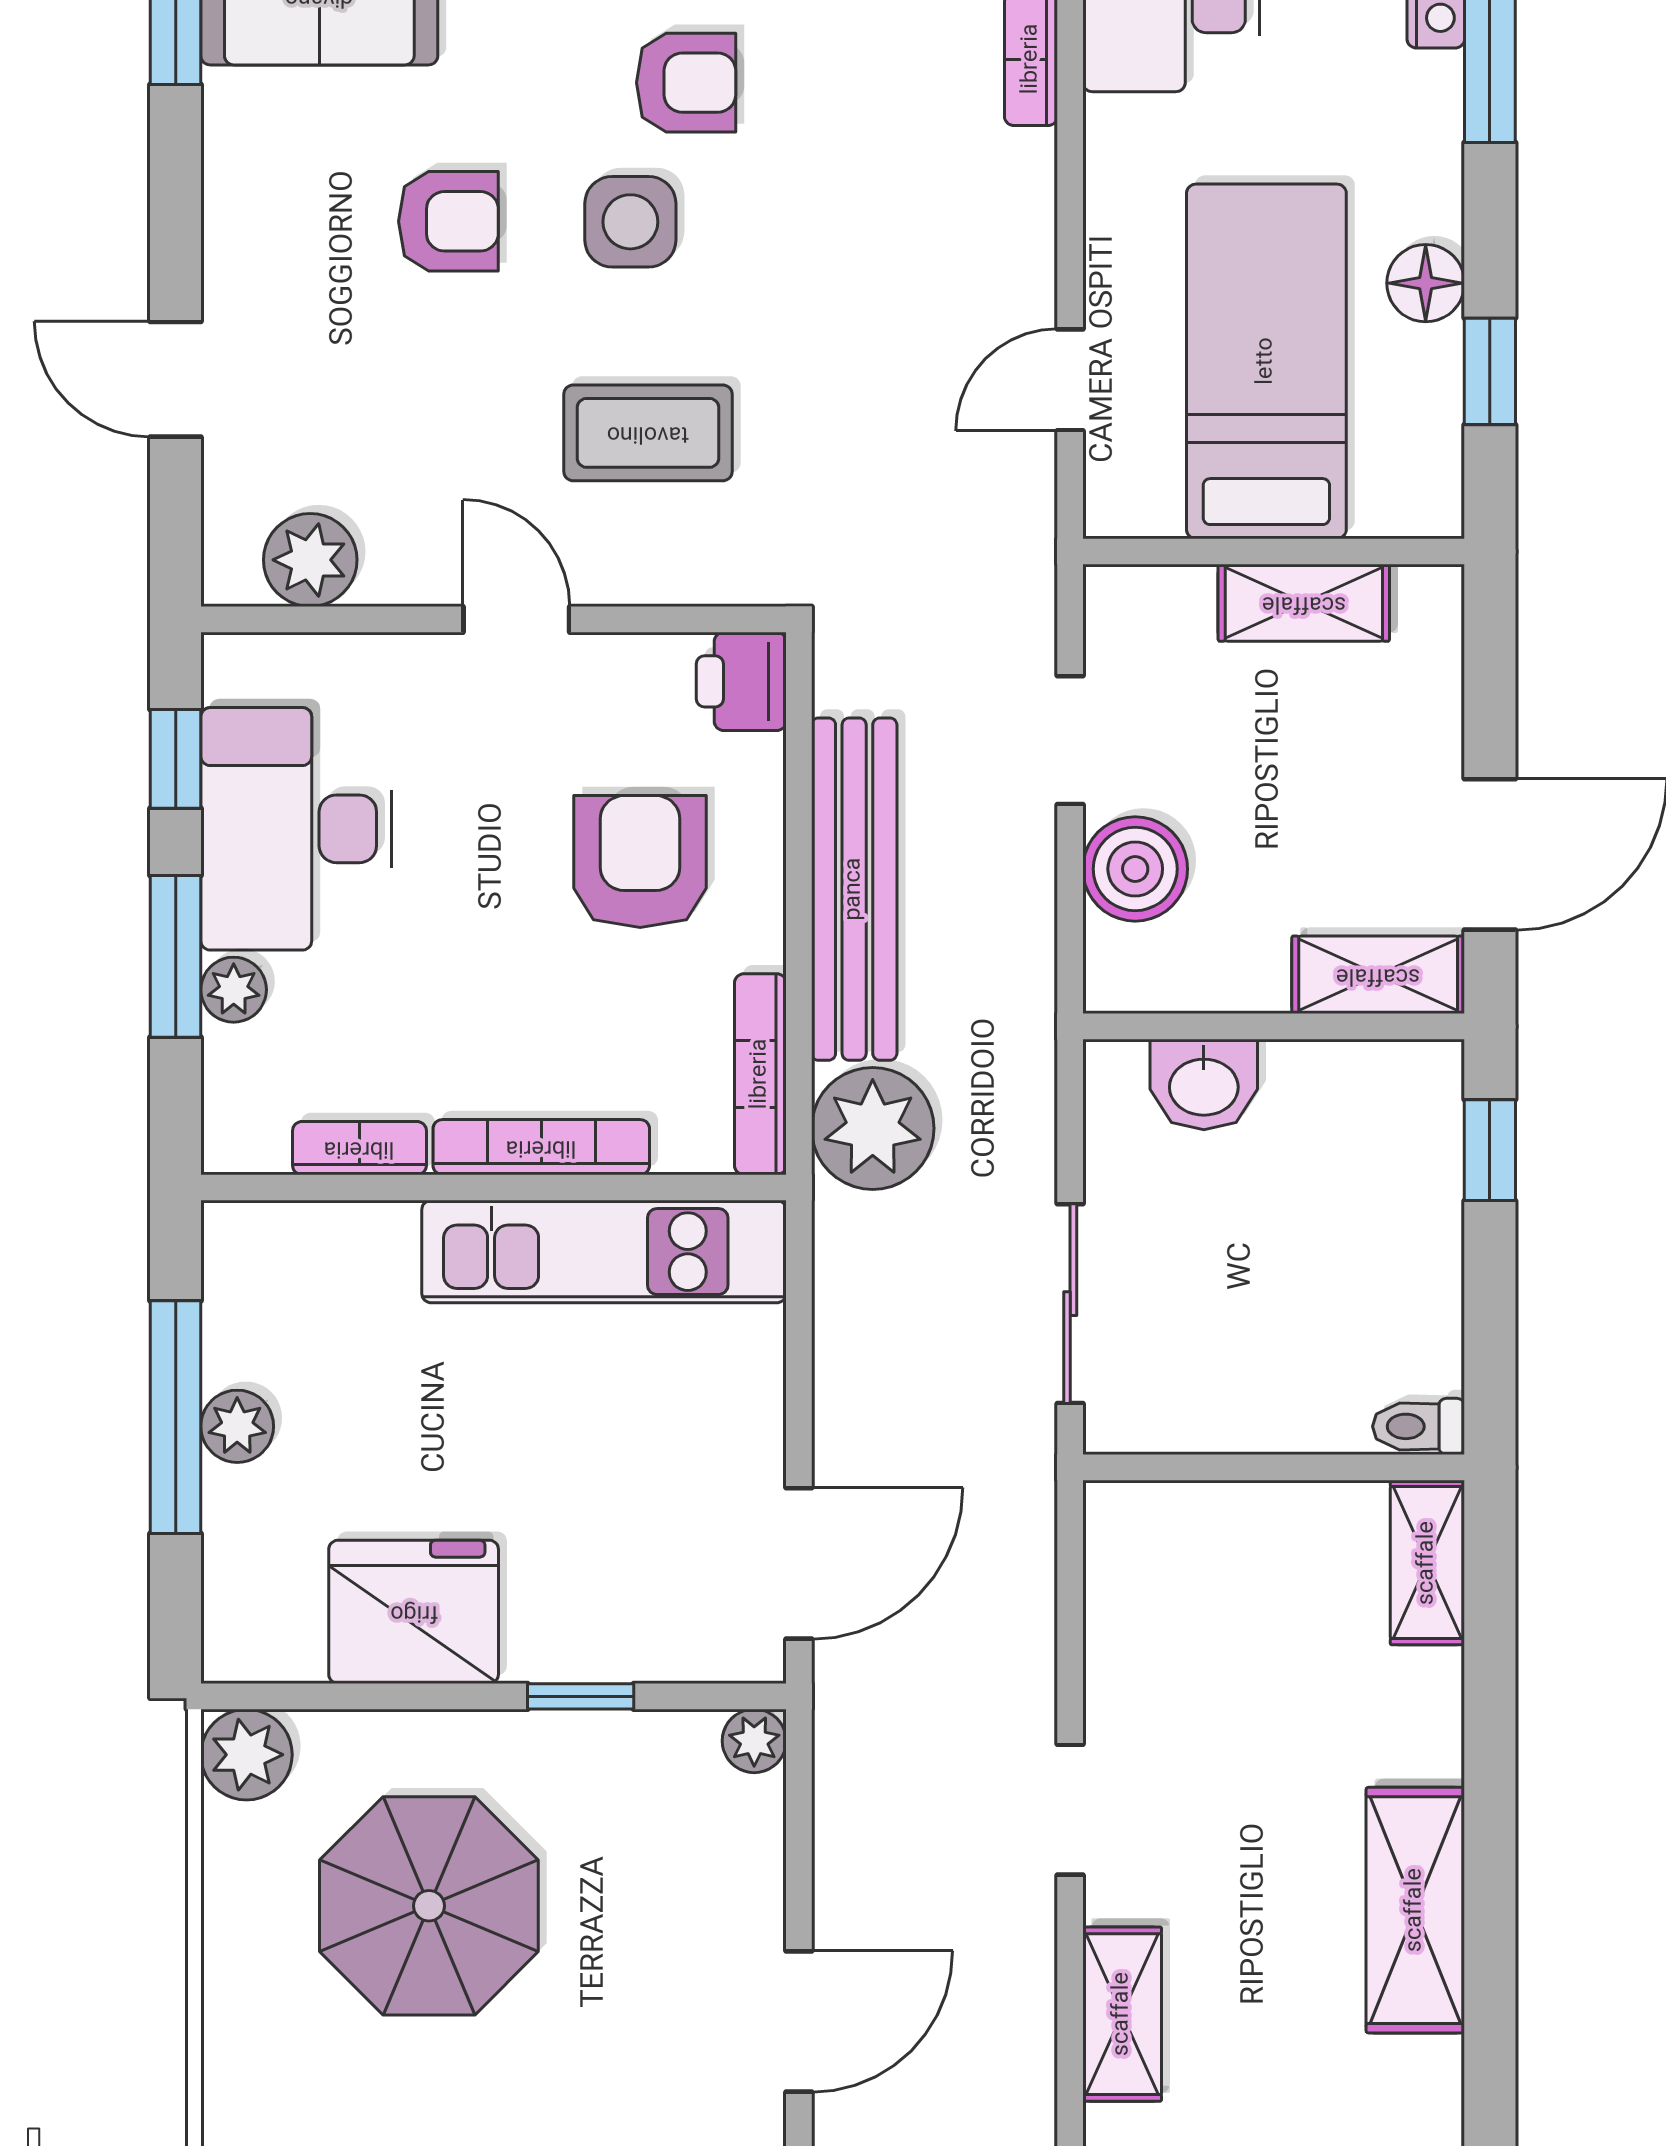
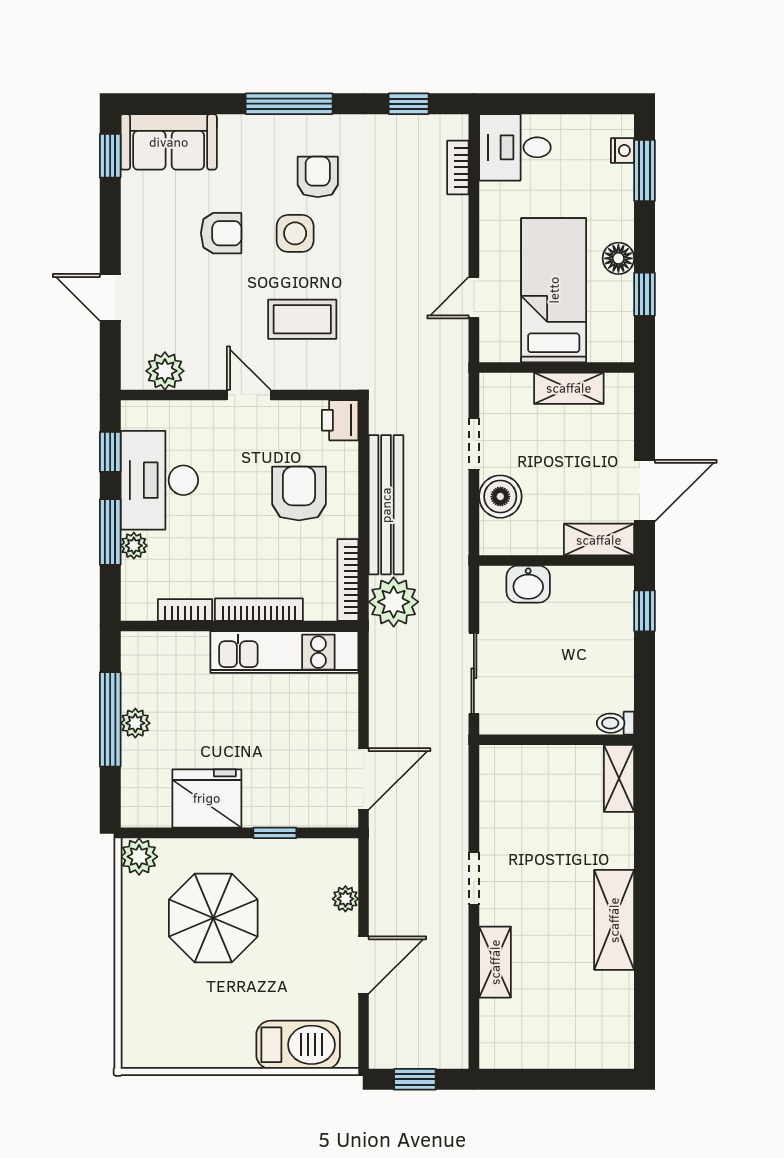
armchair: (686, 83) -> (318, 177), turned -90
plant: (754, 1741) -> (345, 899), moved

